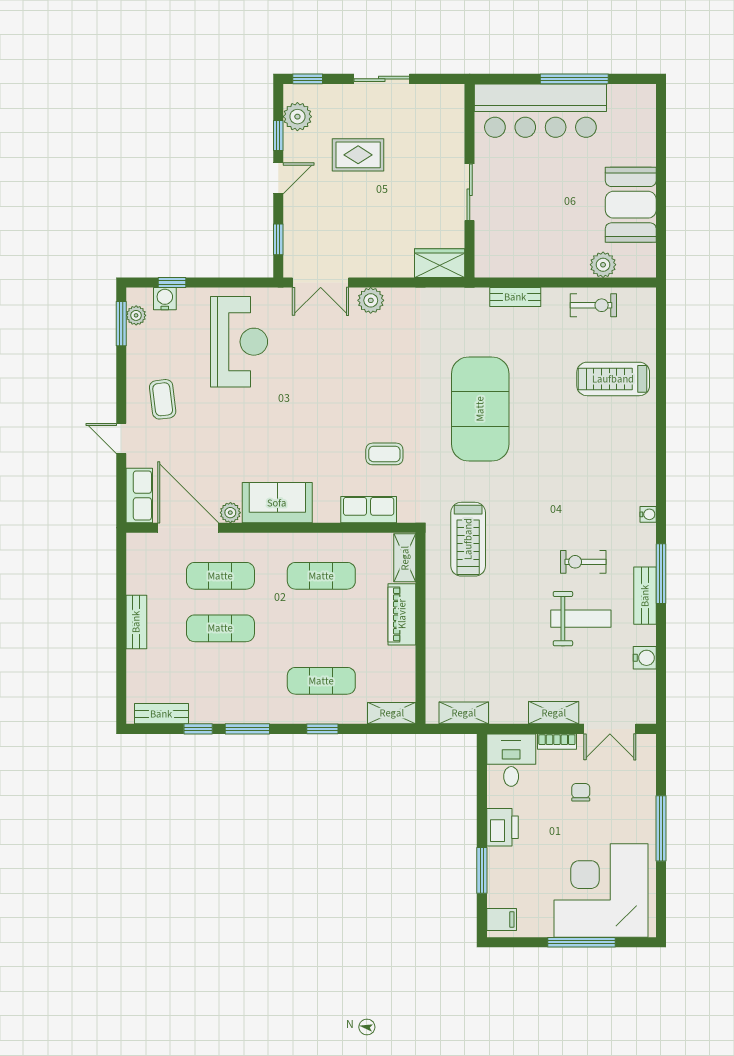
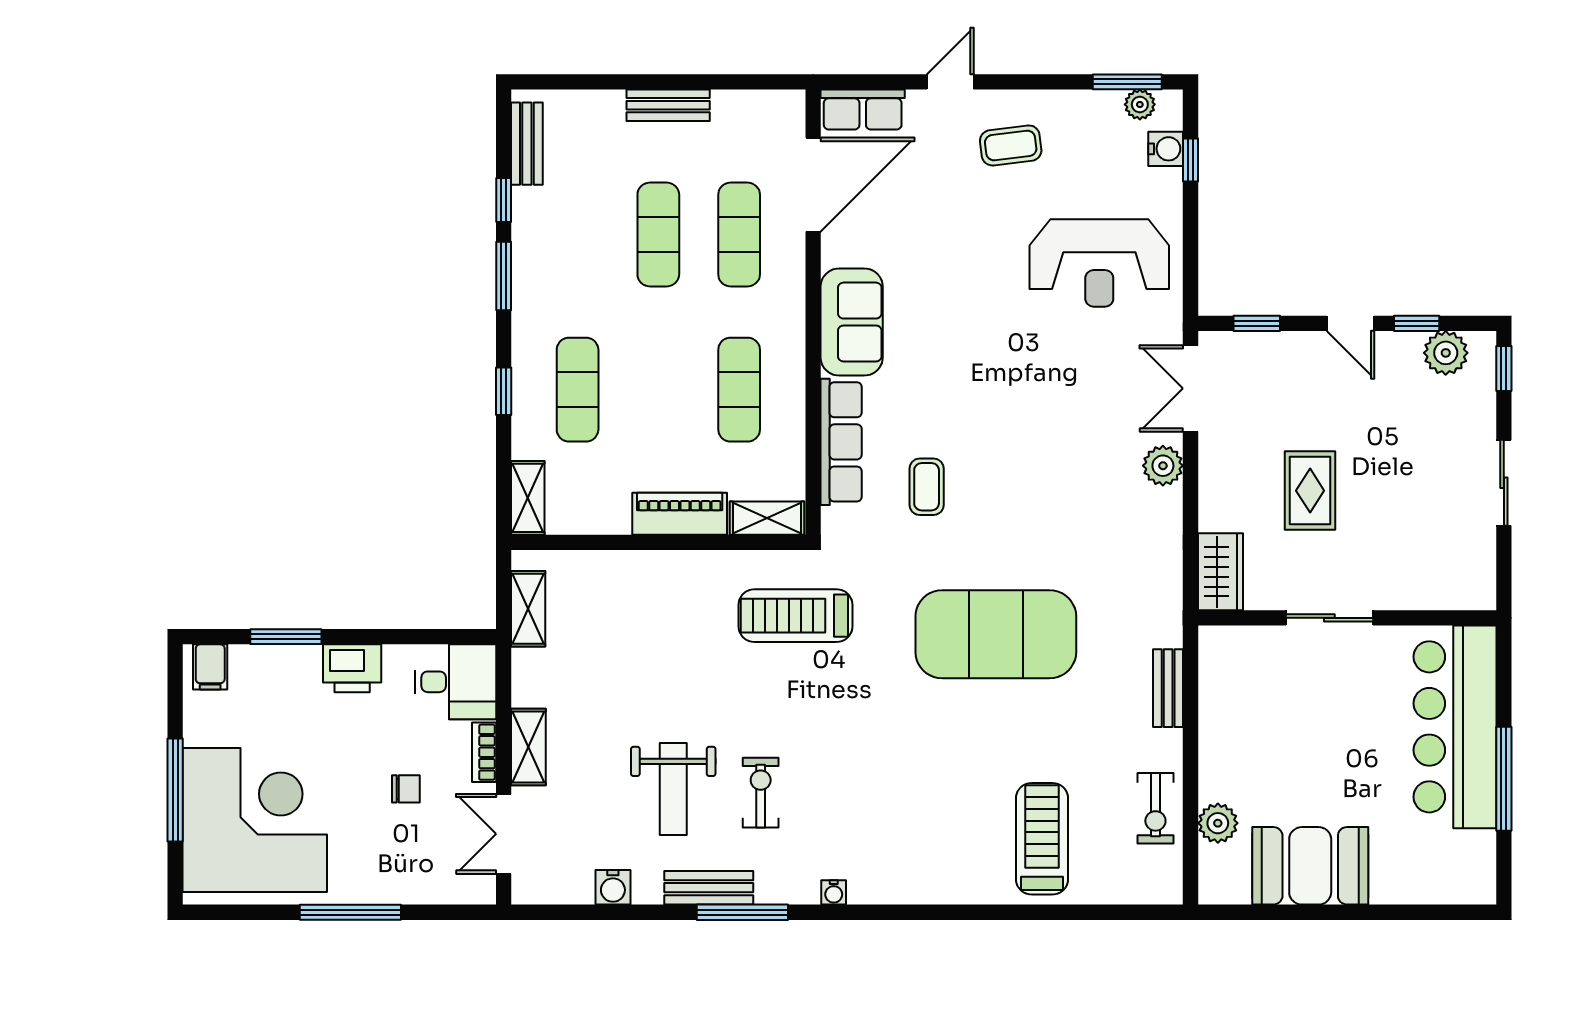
rug: (358, 155) -> (1310, 491), moved
row of seats: (369, 510) -> (841, 442), width x1.48
plant: (230, 513) -> (836, 250), removed

